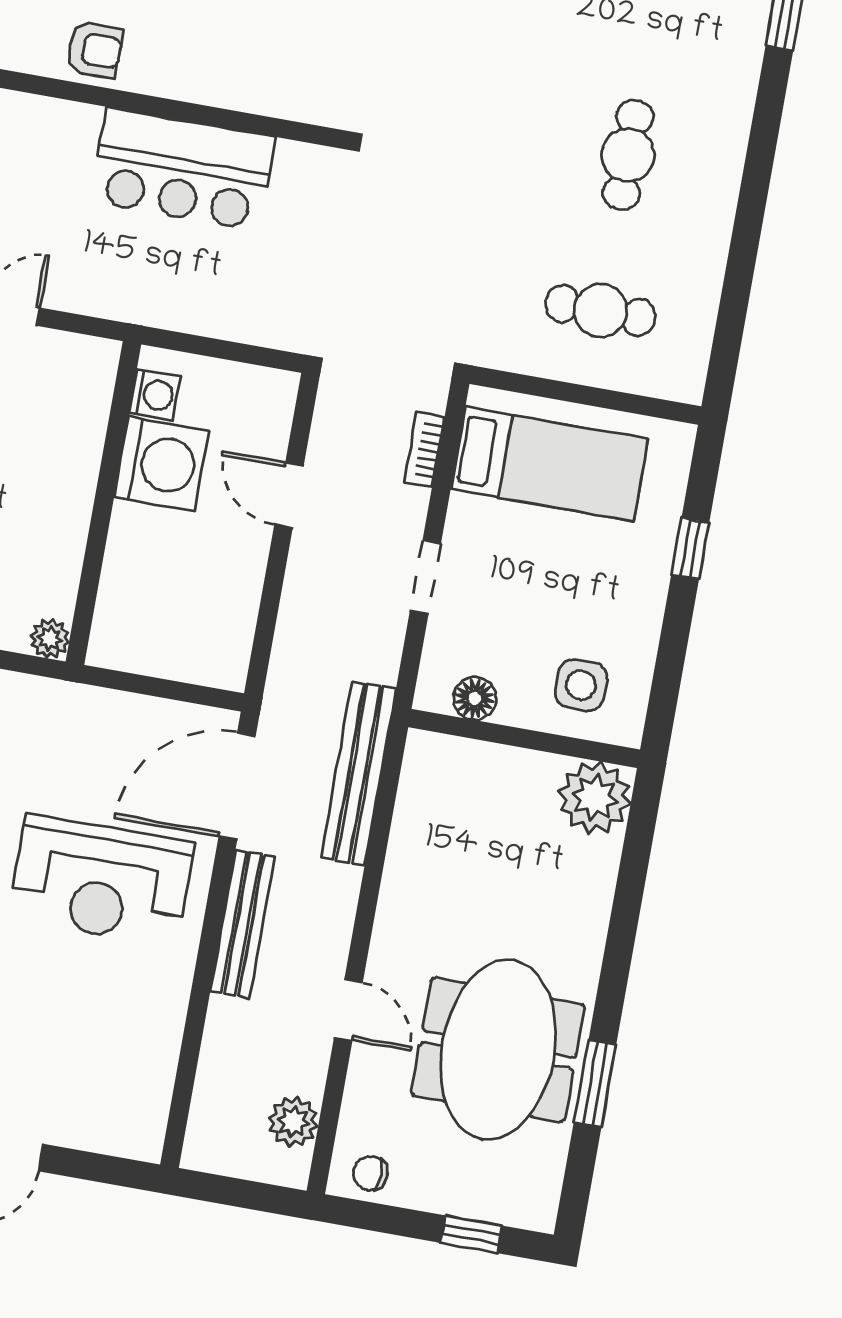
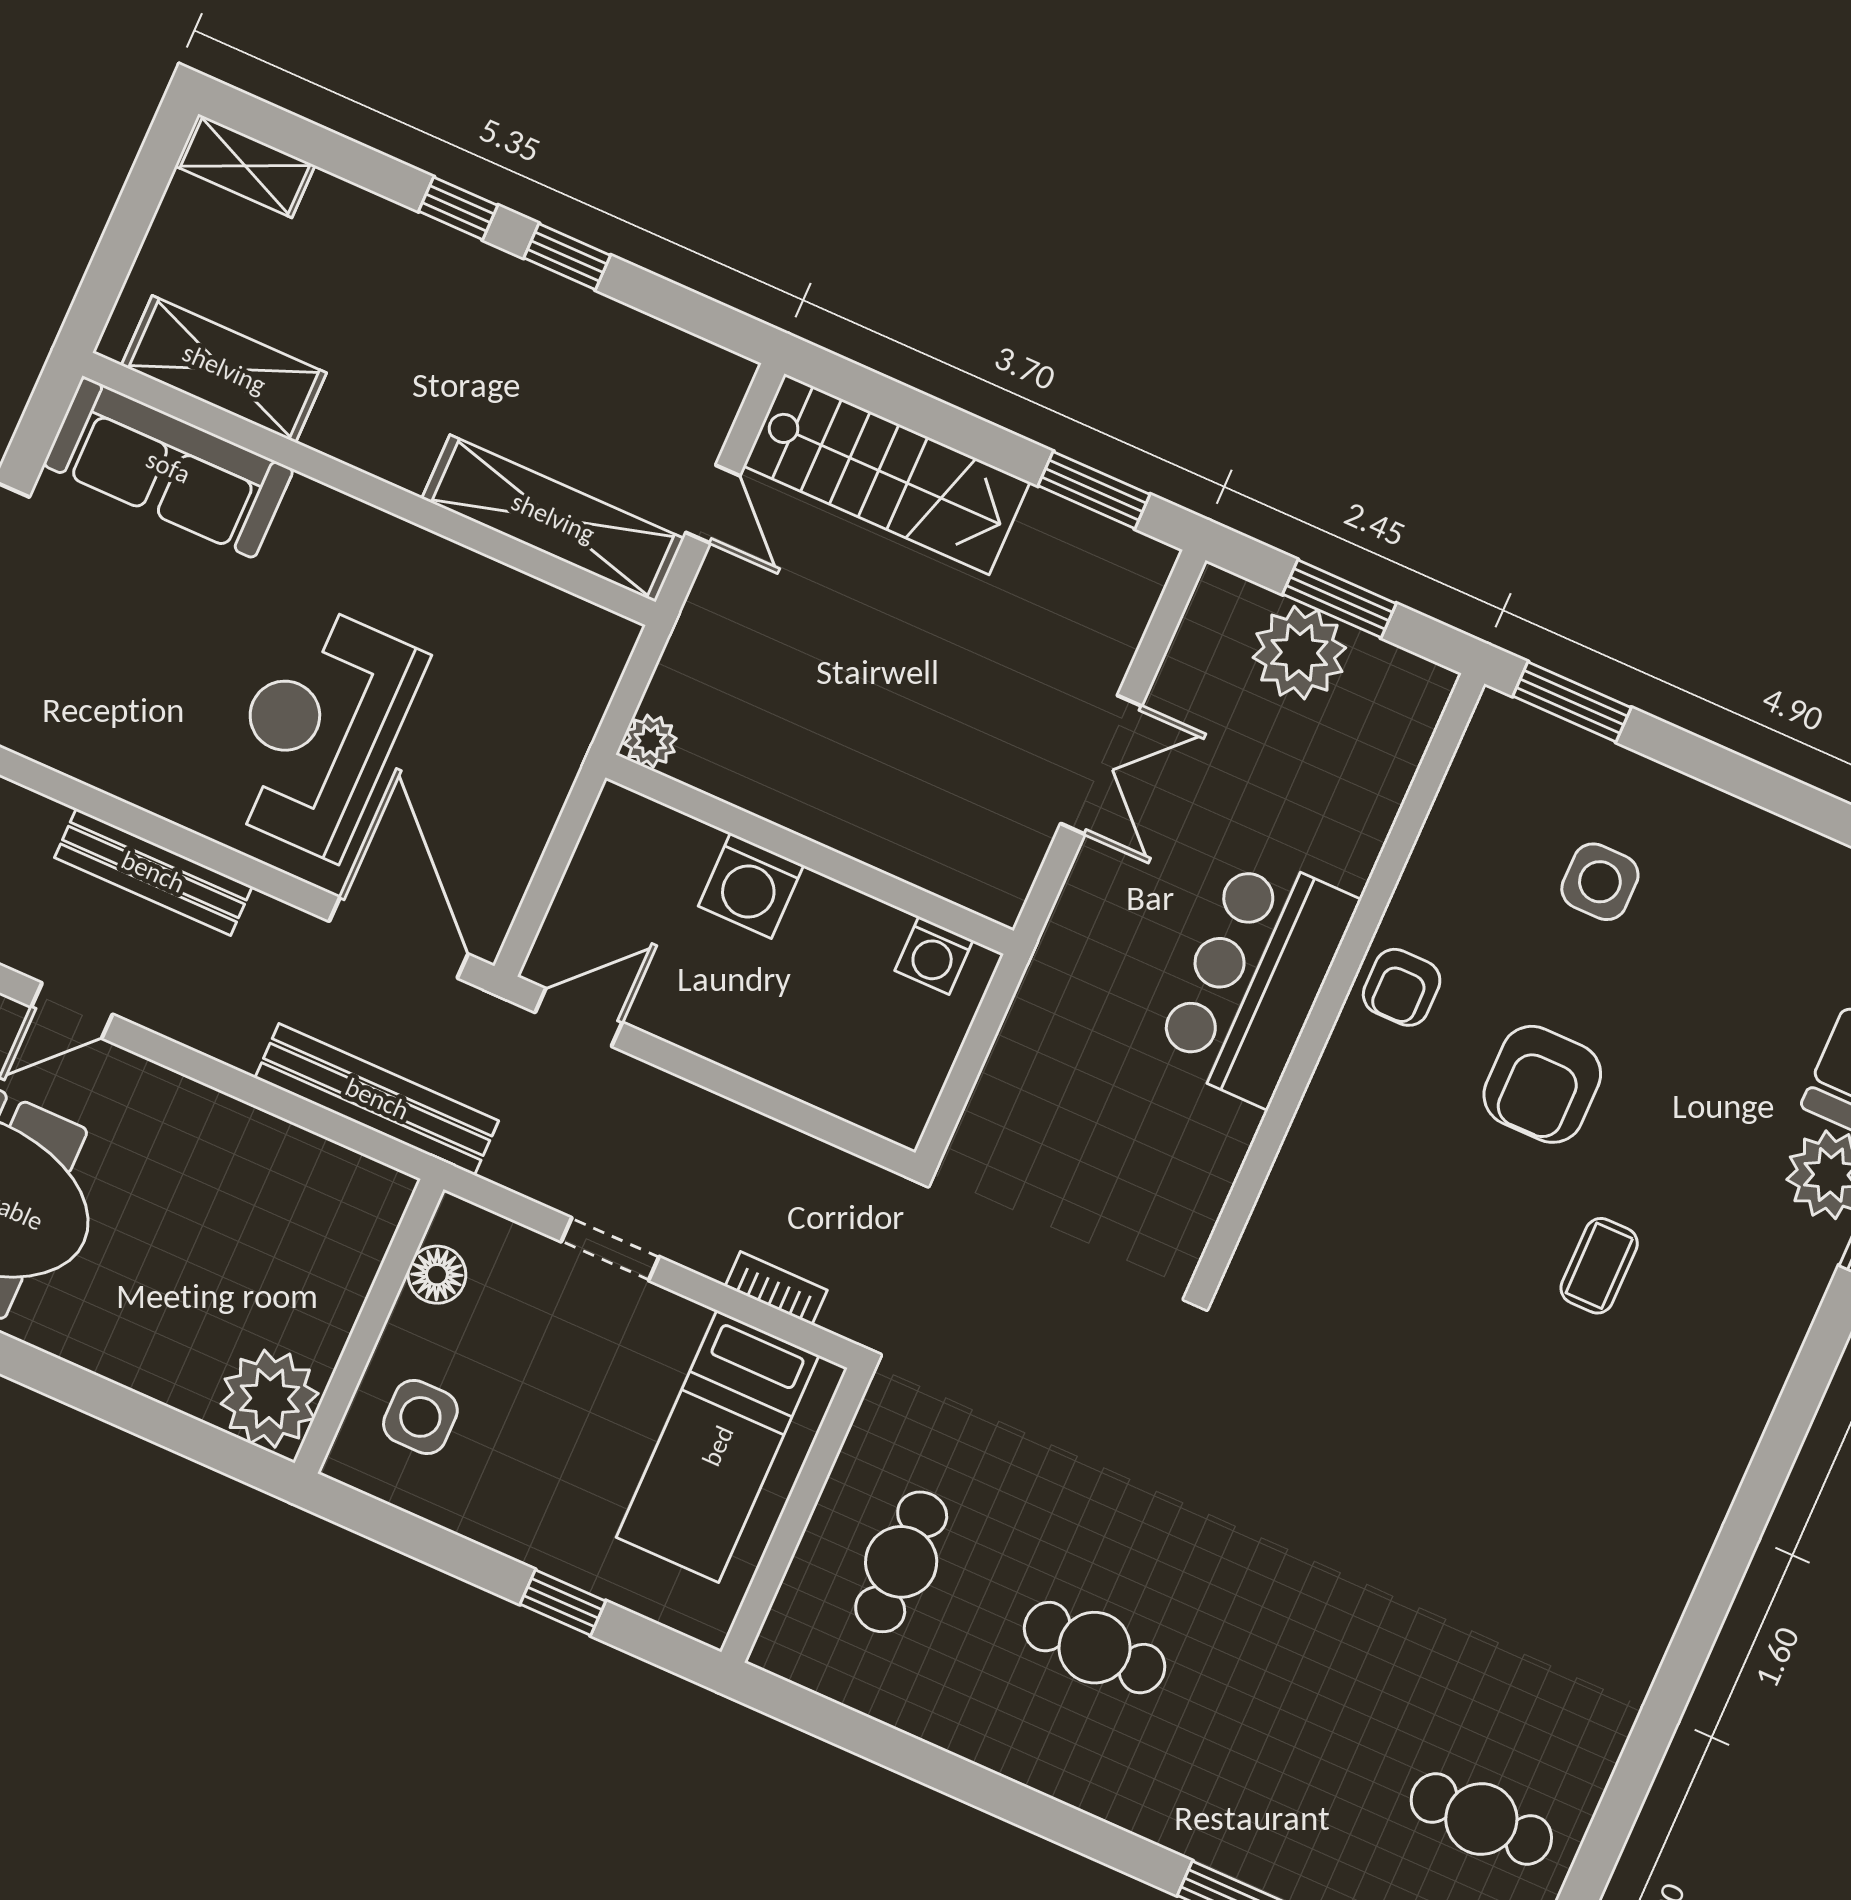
bar counter: (183, 169) -> (1256, 979), moved
washing machine: (162, 464) -> (751, 886), moved, width x0.73, depth x0.73
door: (289, 495) -> (579, 1017), moved
bench: (242, 924) -> (153, 872), moved

